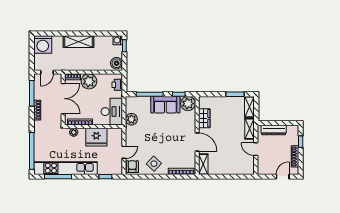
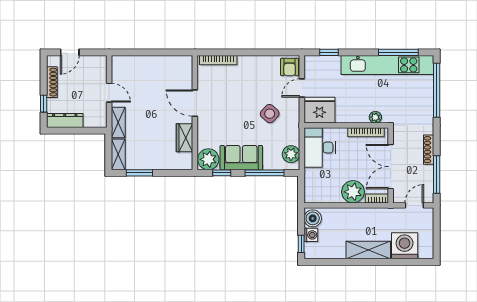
washing machine: (118, 40) -> (311, 235), moved
washing machine: (43, 44) -> (405, 246), moved
printer: (117, 85) -> (312, 187), removed
plant: (131, 119) -> (291, 154), moved
dresser: (274, 130) -> (65, 121), moved
fridge: (96, 137) -> (319, 110), moved
side table: (154, 164) -> (270, 114), moved
shelving: (203, 164) -> (186, 71), removed

